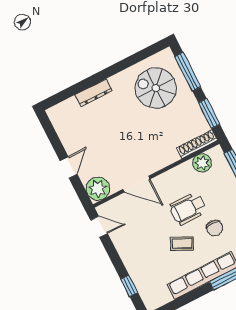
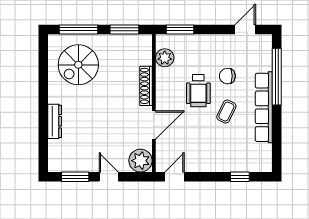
window: (53, 137) -> (75, 177), added
shoe rack: (197, 144) -> (146, 86), moved
chair: (215, 228) -> (227, 76), turned 180

